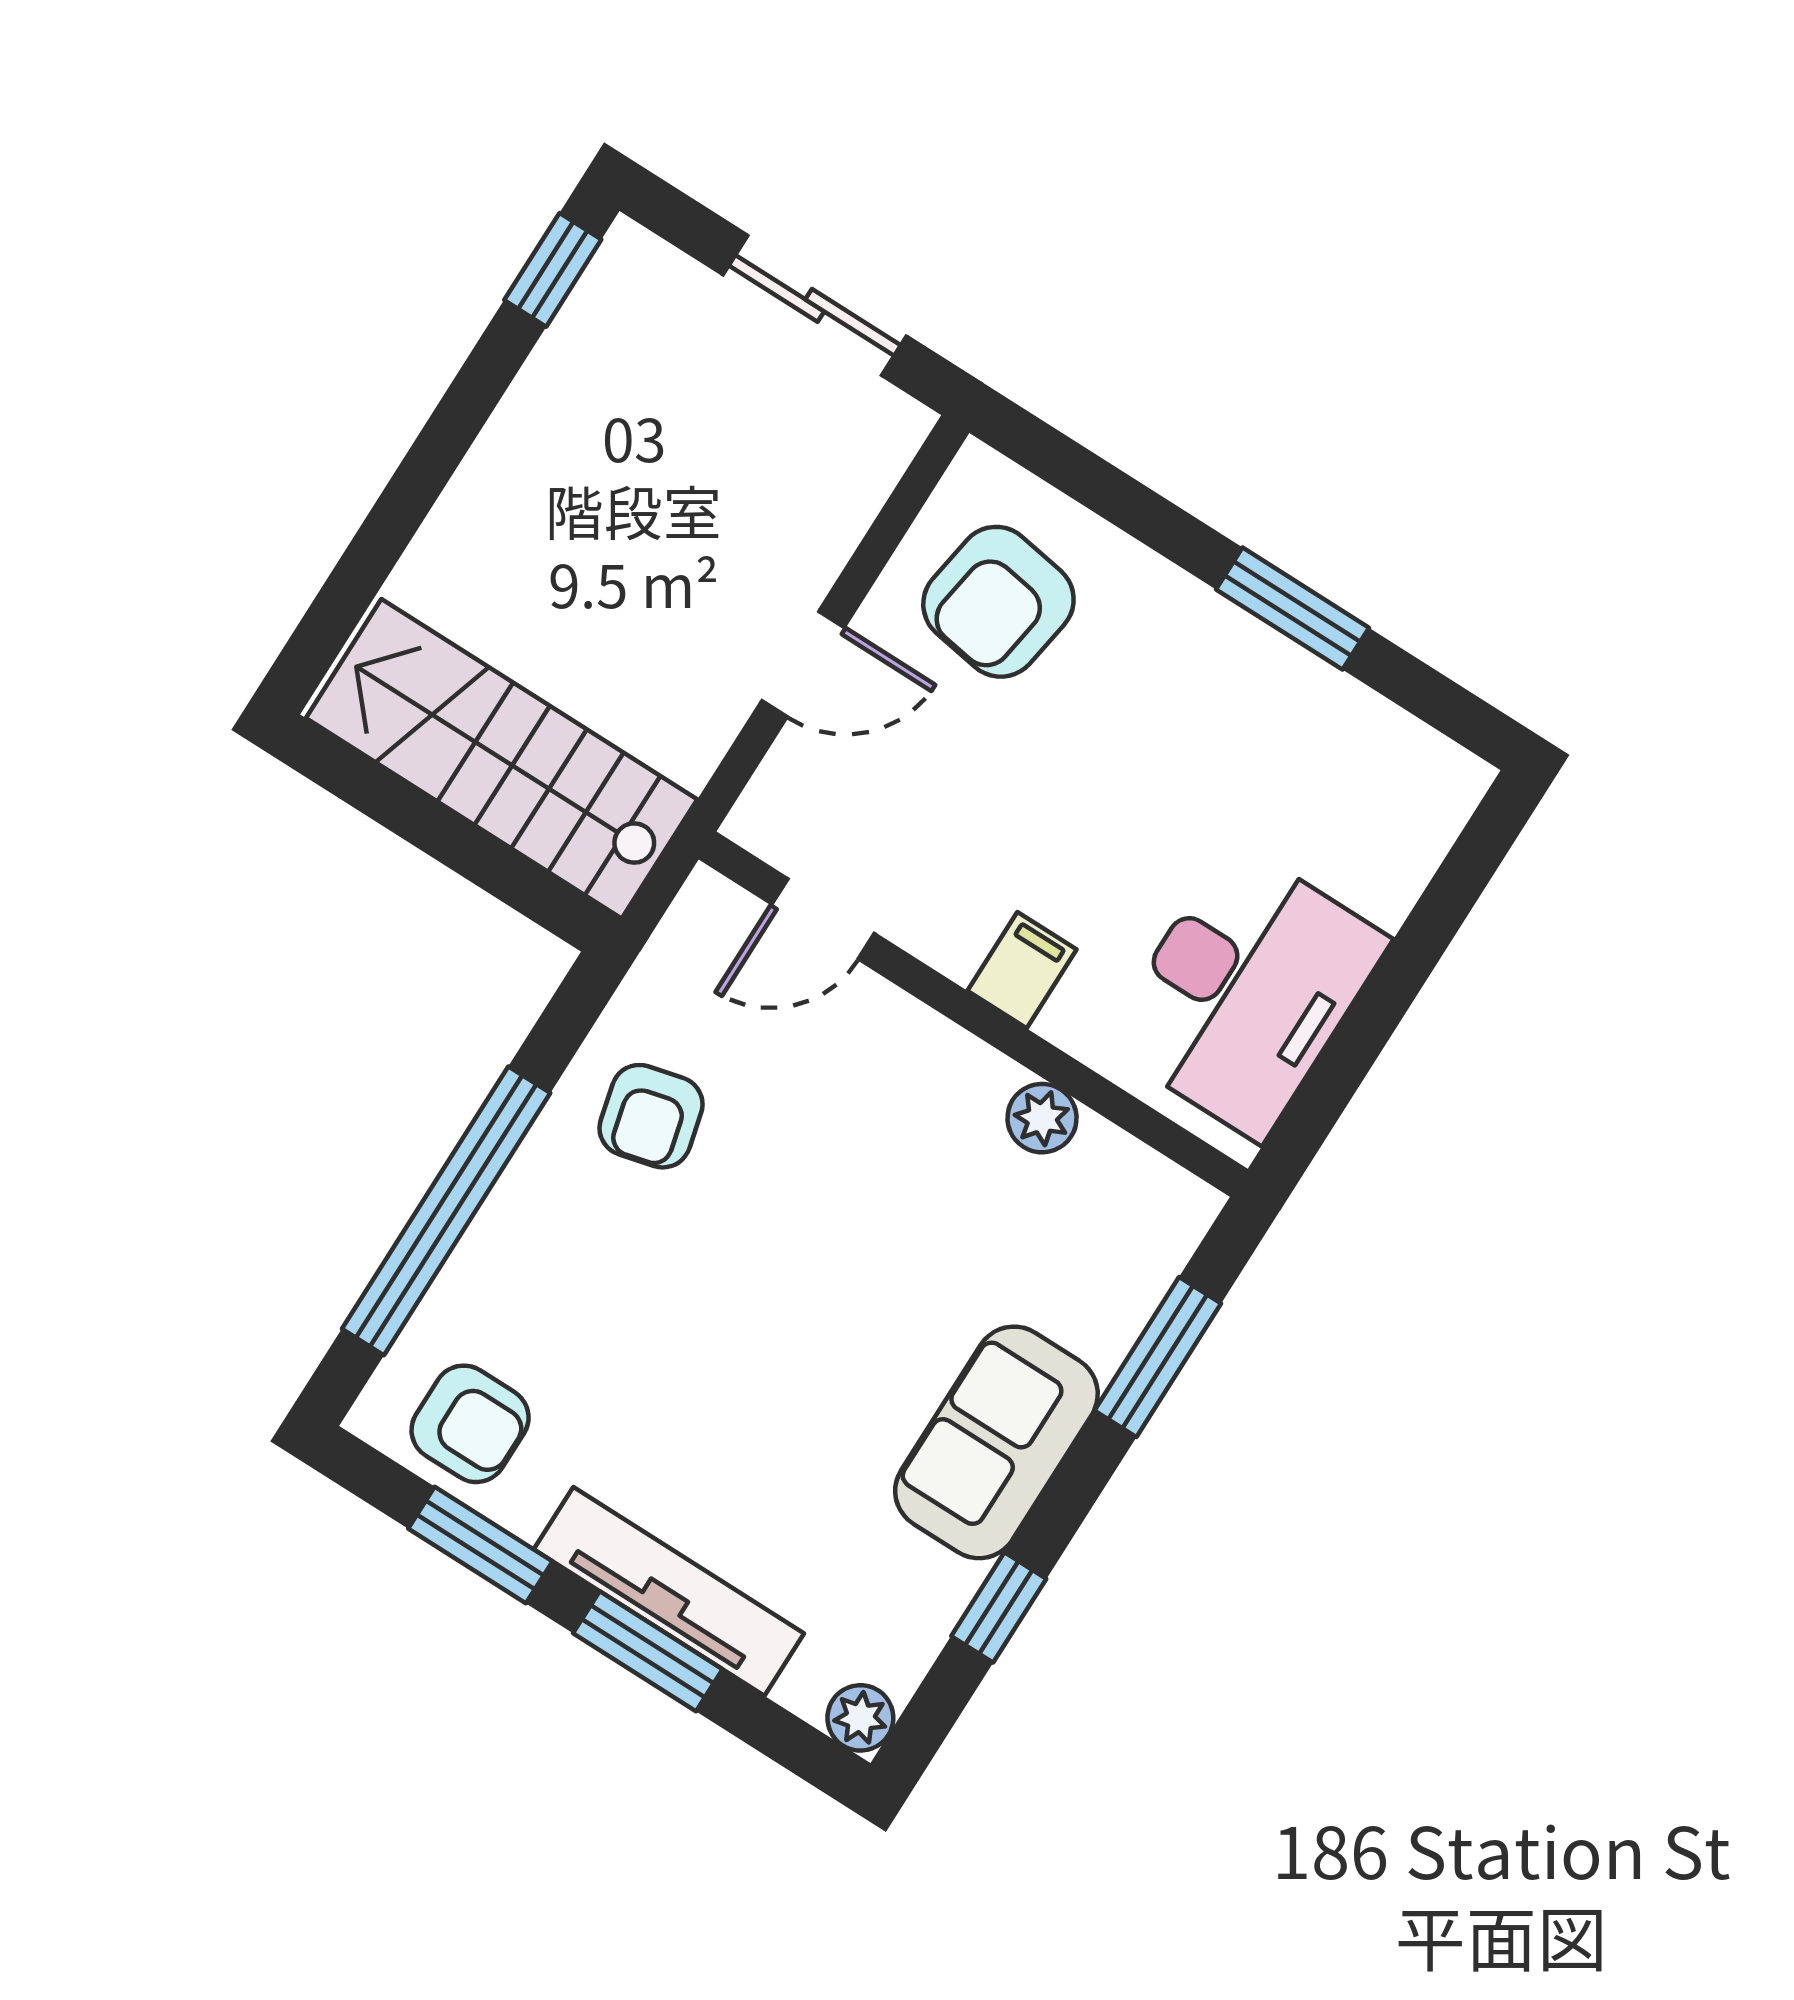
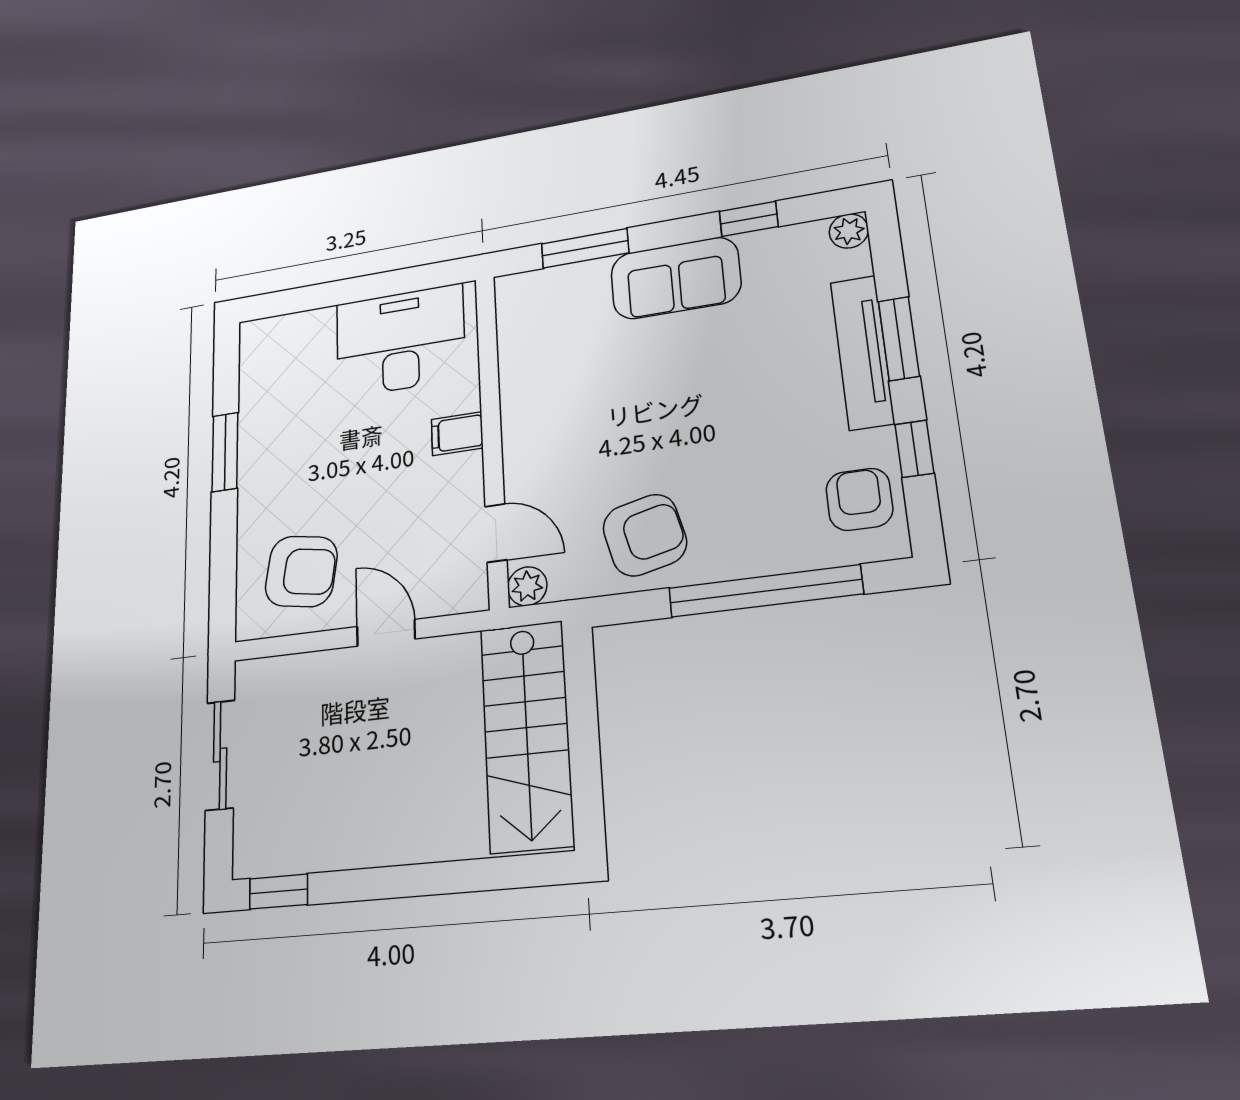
armchair: (651, 1116) -> (645, 535), width x1.38, depth x1.38
plant: (1042, 1118) -> (527, 586), moved
window: (480, 1545) -> (914, 449), width x0.67

